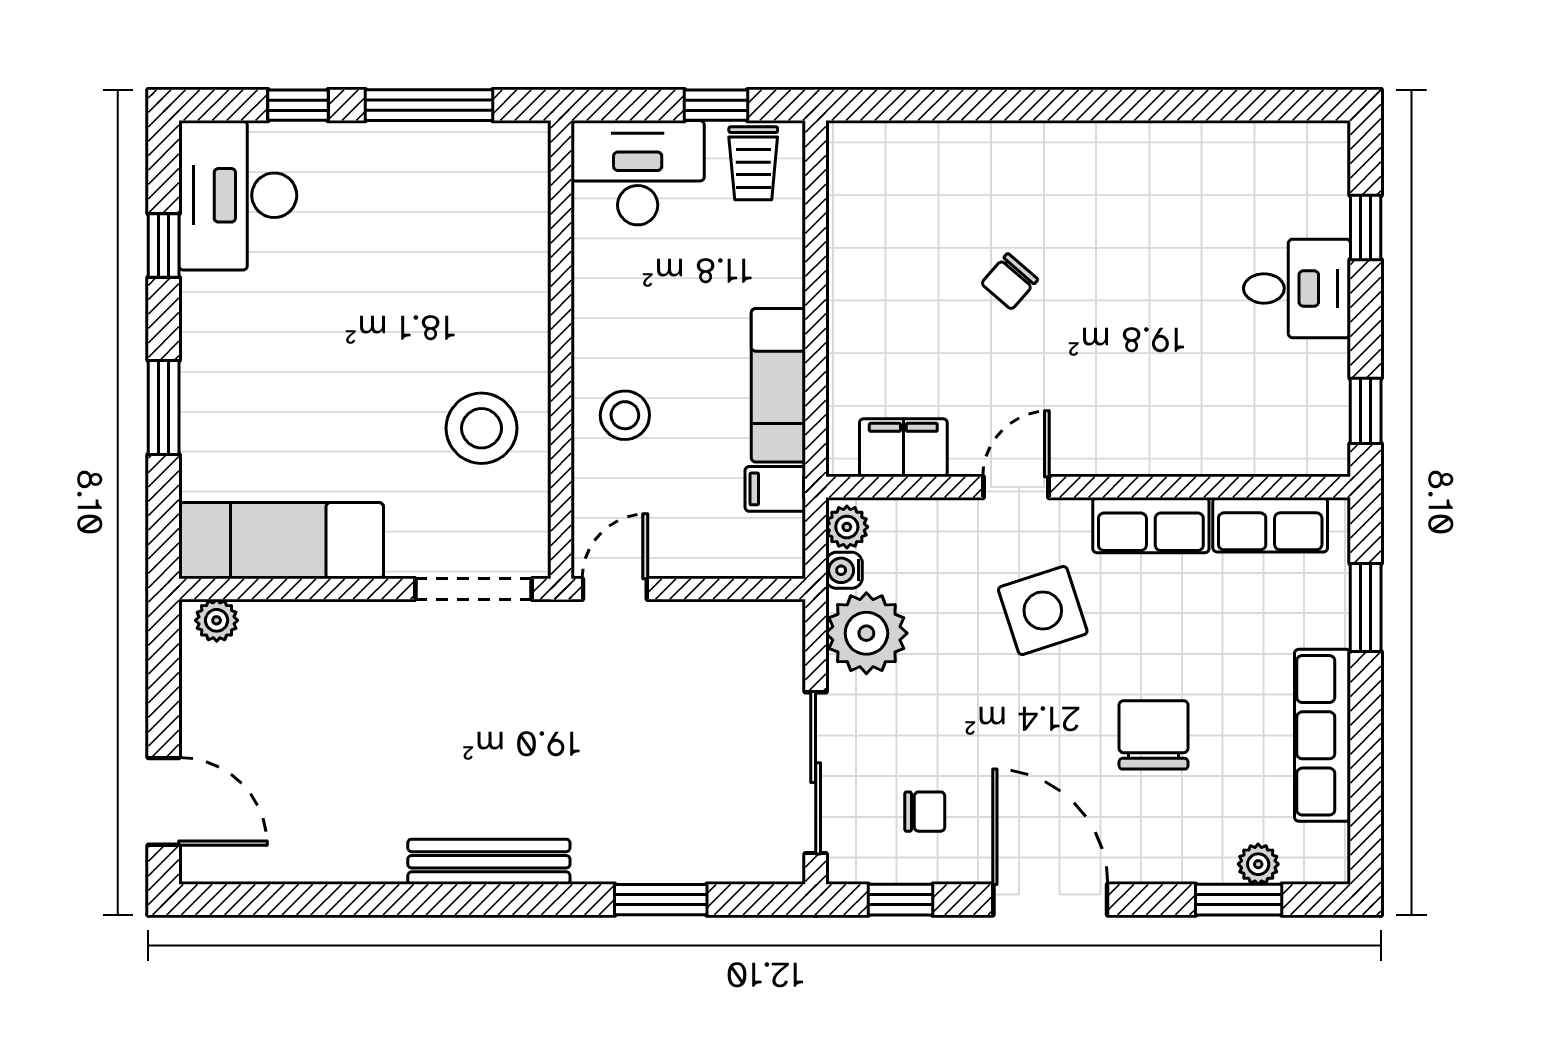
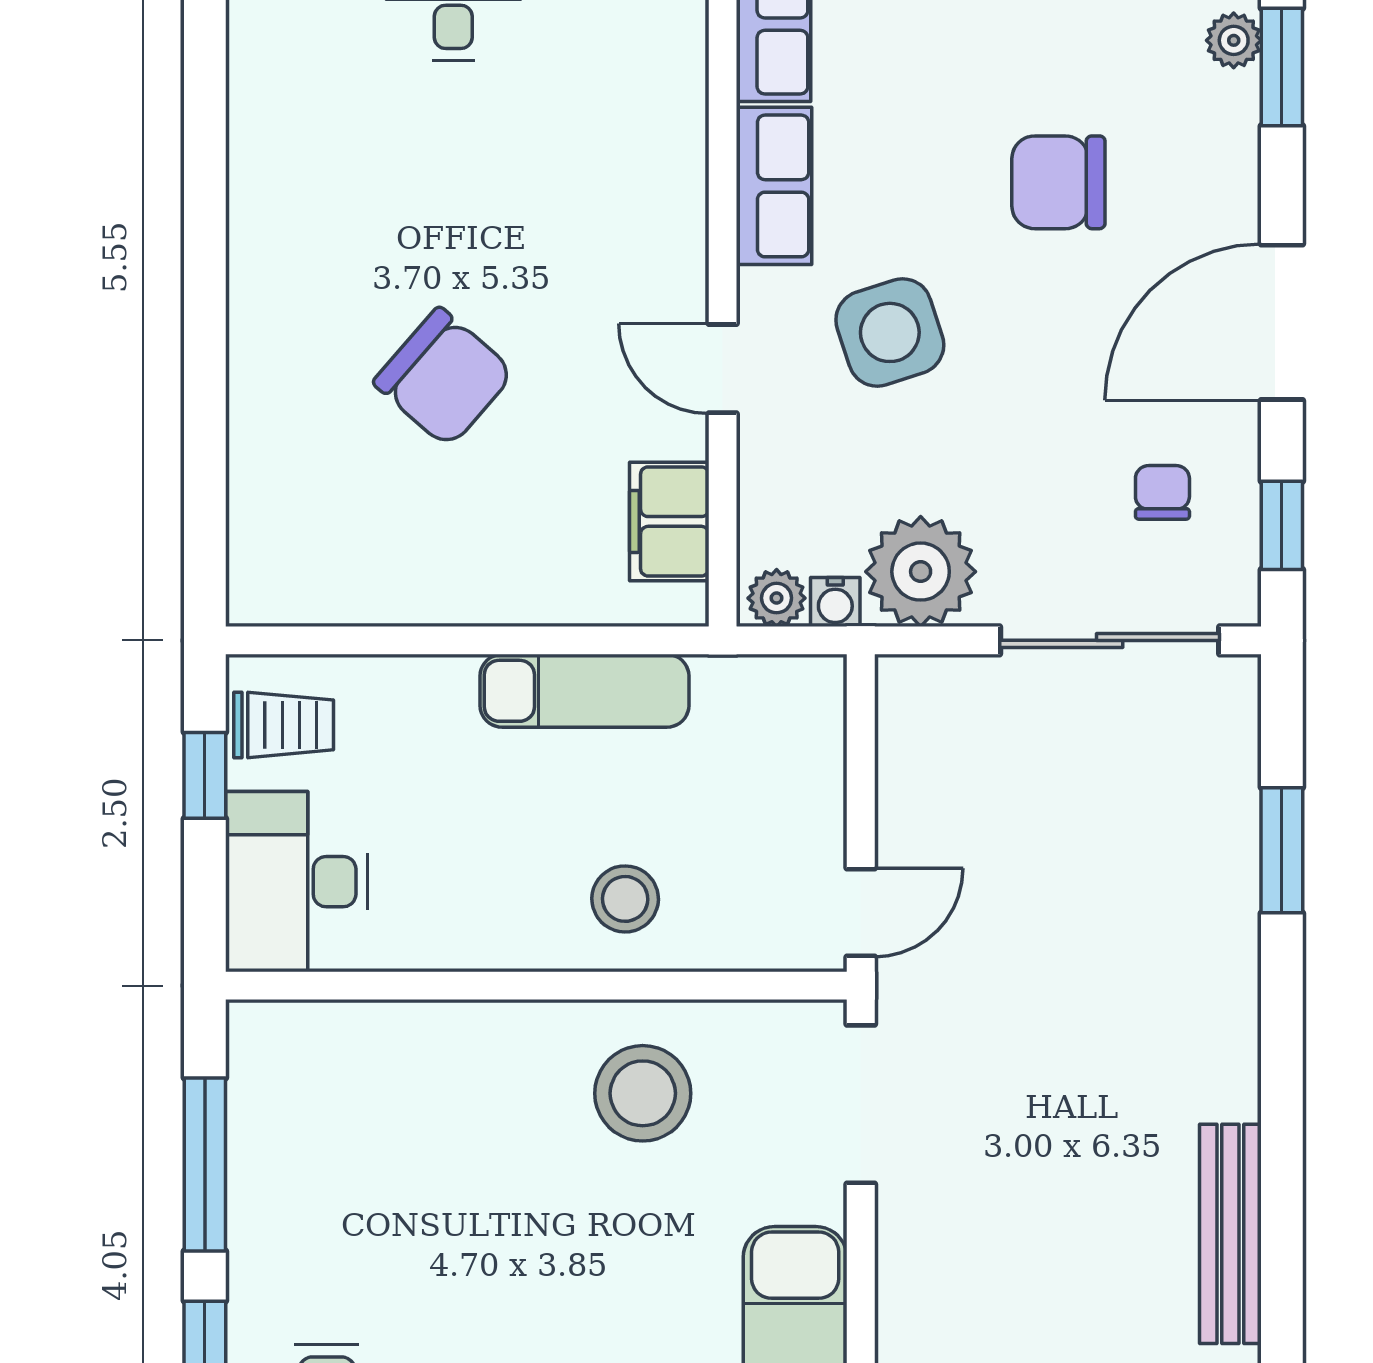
chair: (1010, 282) -> (444, 377), width x1.87, depth x1.87
filing cabinet: (775, 489) -> (725, 695), removed
door: (615, 589) -> (861, 913), swing flipped
bench: (489, 862) -> (1230, 1234), moved

